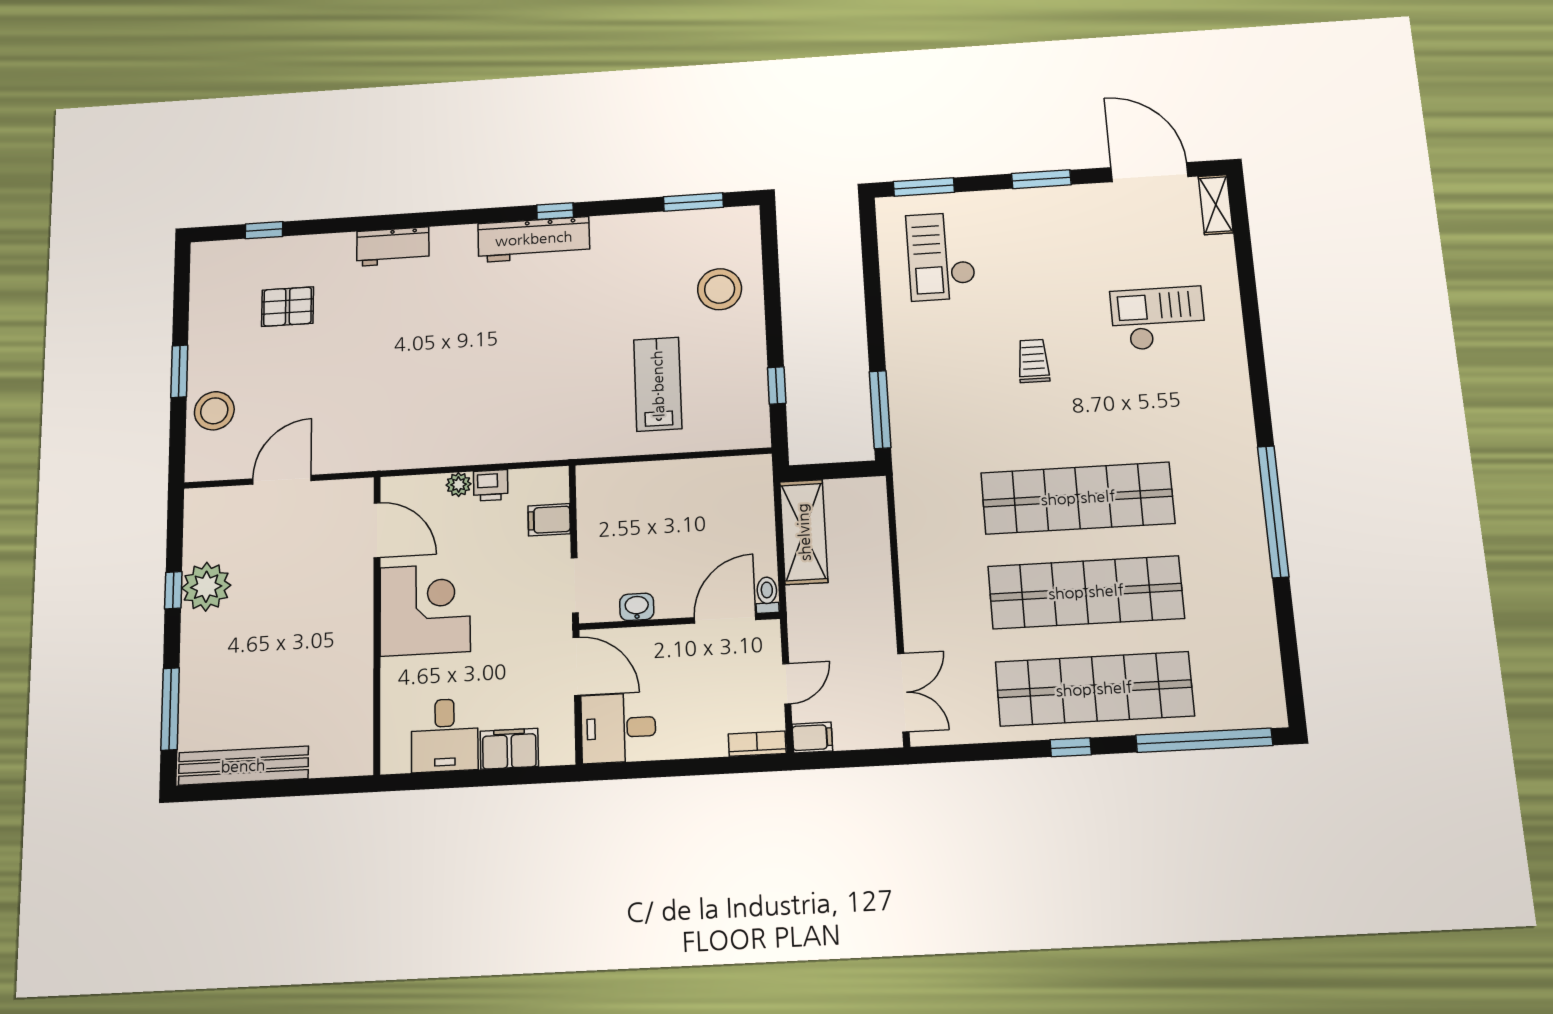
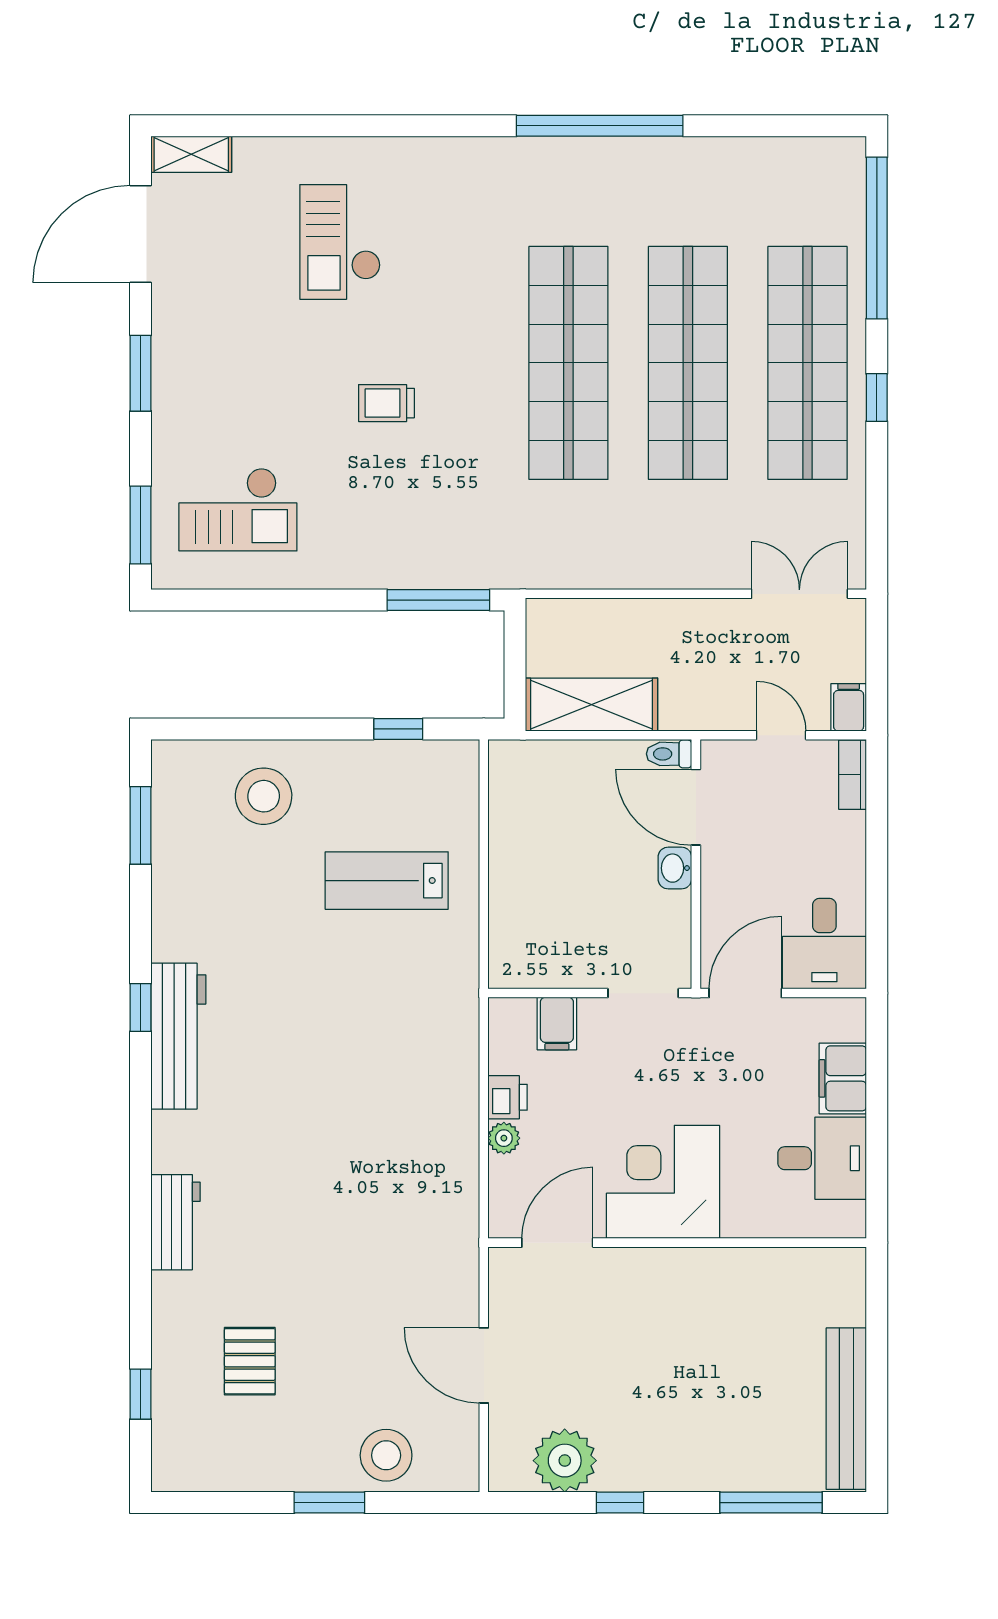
plant: (206, 587) -> (565, 1461), moved
washbasin: (637, 607) -> (675, 868), moved

